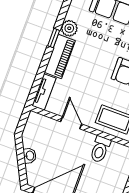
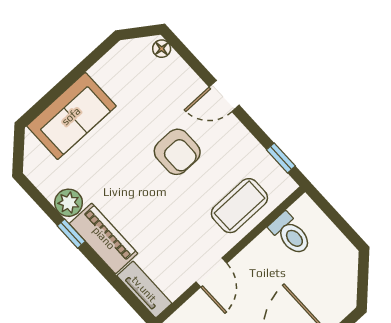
door: (71, 123) -> (211, 273), swing flipped
toilet: (100, 149) -> (290, 234), moved

